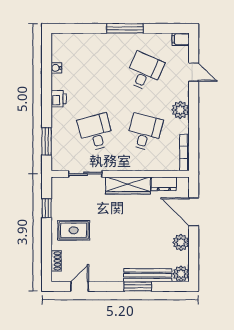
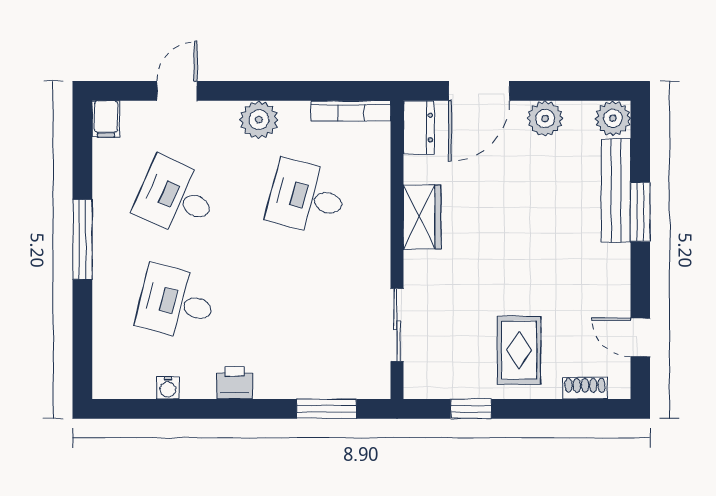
desk: (96, 132) -> (176, 303), moved, turned 30
dresser: (164, 184) -> (419, 127), moved
wardrobe: (128, 186) -> (422, 217), width x0.67

